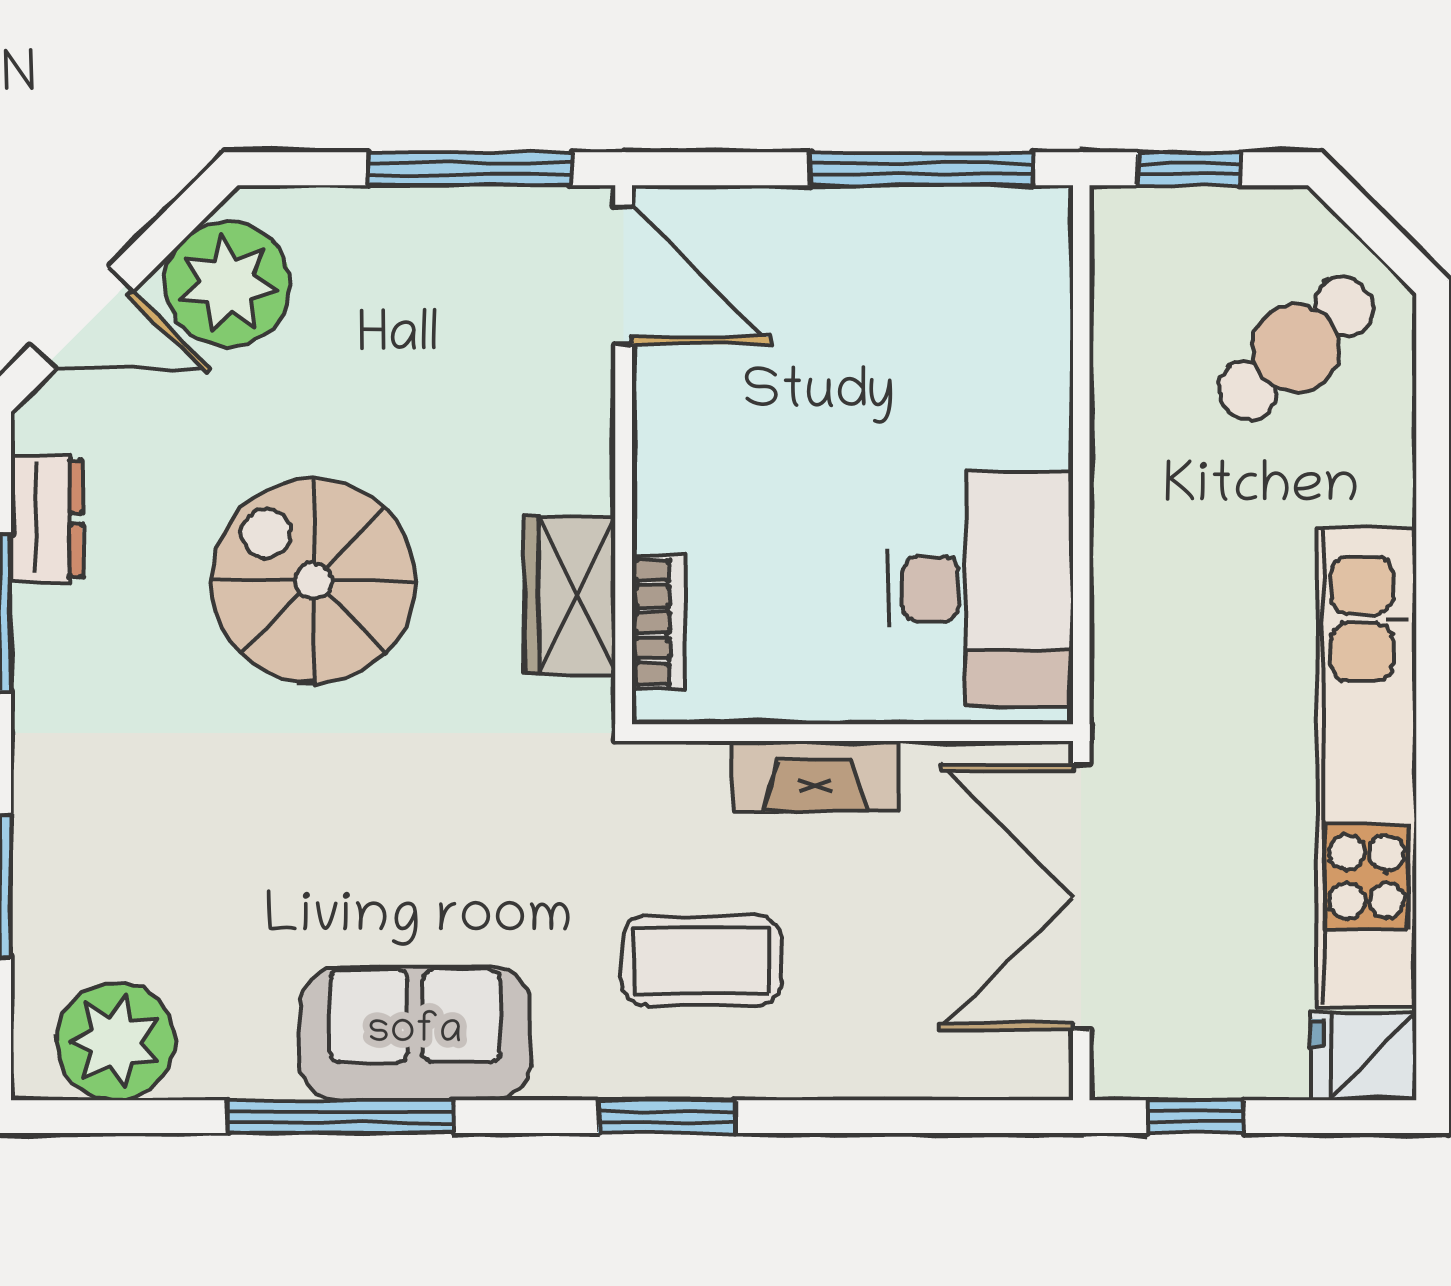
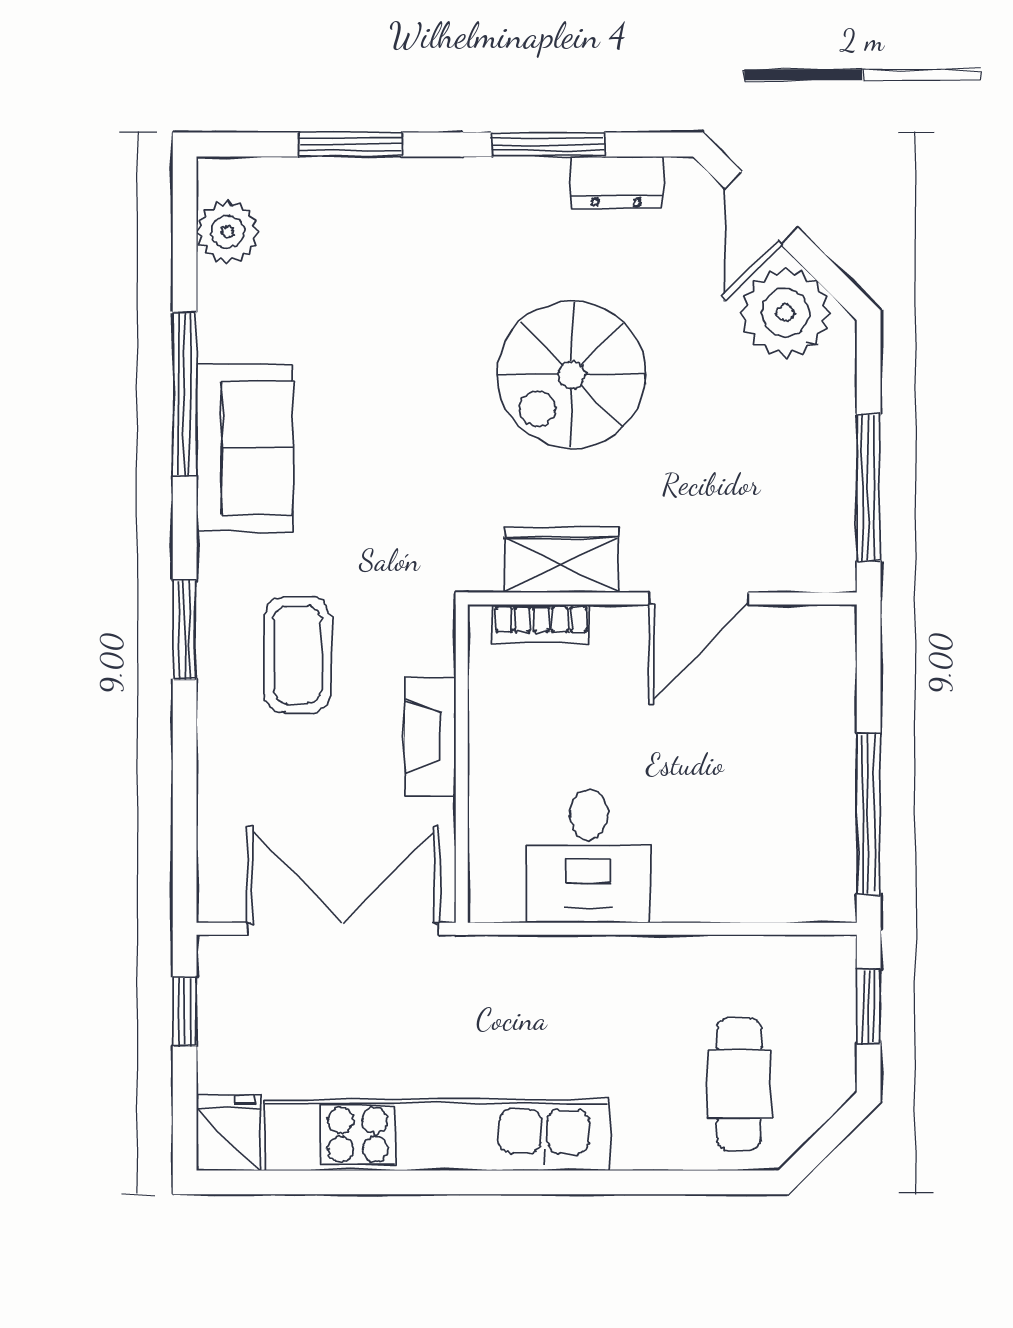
door: (624, 275) -> (698, 599), moved
cafe table: (1296, 349) -> (739, 1084), turned 41
spiral stairs: (313, 581) -> (571, 375), turned 180
desk: (980, 589) -> (589, 856), width x0.73
plant: (115, 1041) -> (228, 232), width x0.73, depth x0.73

